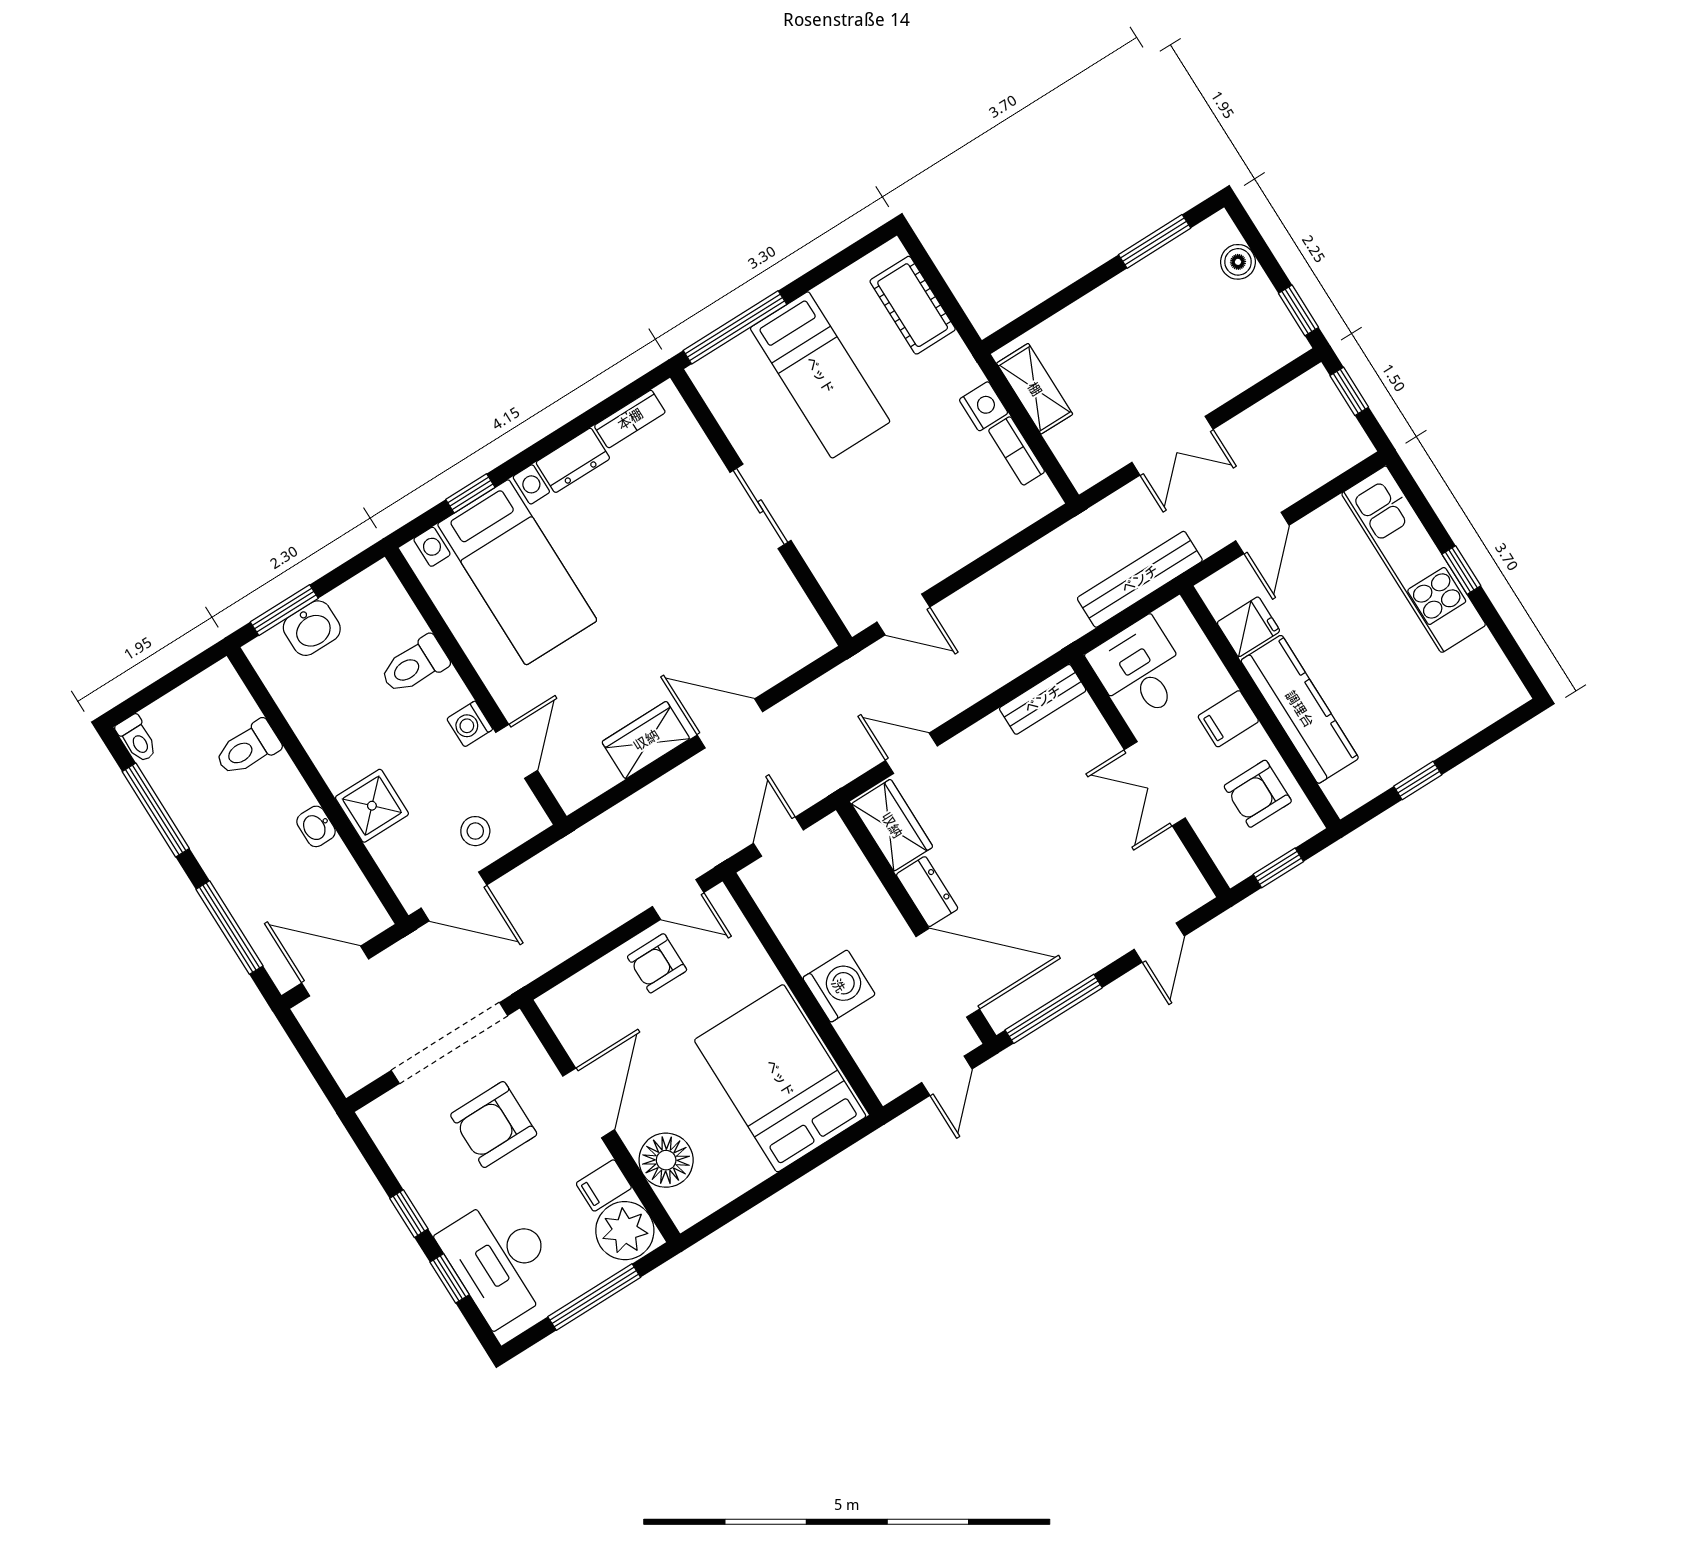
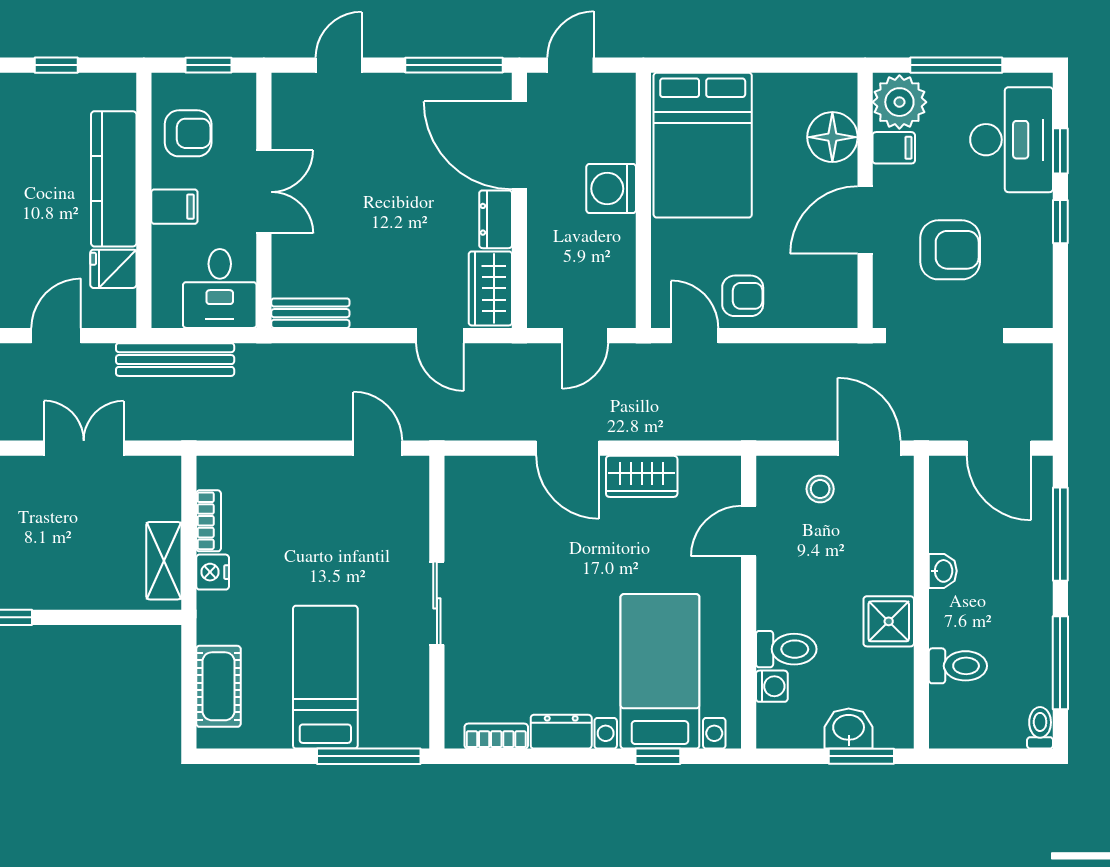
washing machine: (470, 724) -> (772, 686), moved
shower: (372, 806) -> (889, 621), moved

